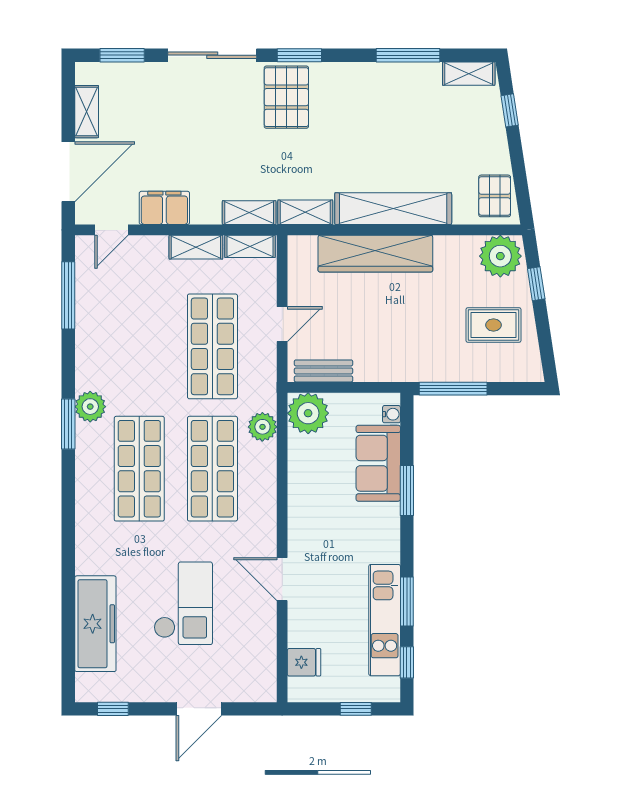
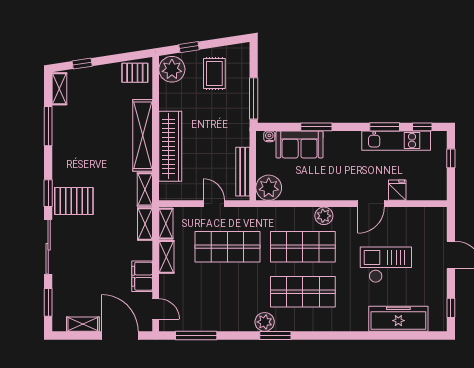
bench: (324, 371) -> (243, 172), width x1.36
plant: (262, 427) -> (324, 216), moved
fridge: (304, 662) -> (397, 190), moved

